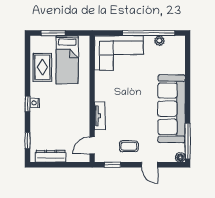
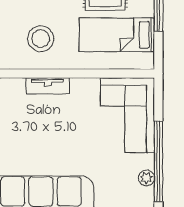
stool: (70, 109) -> (41, 39), added
tv unit: (100, 116) -> (48, 86), moved

